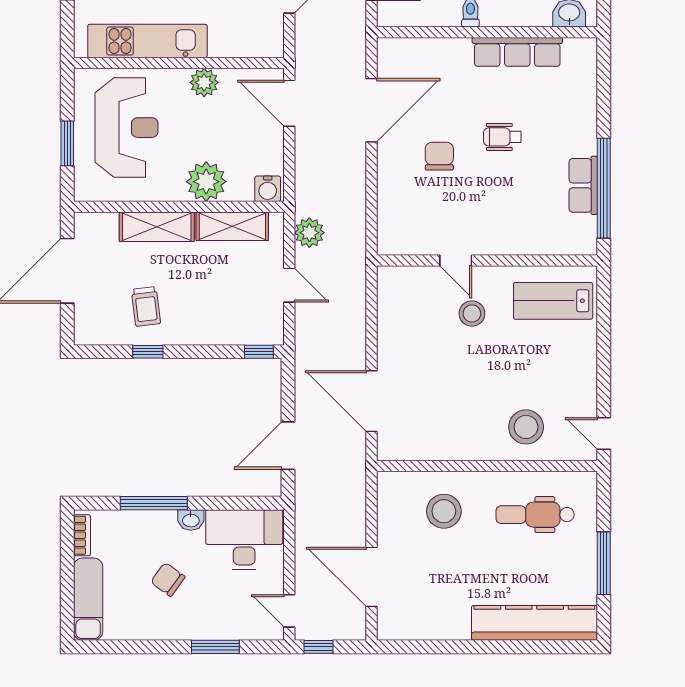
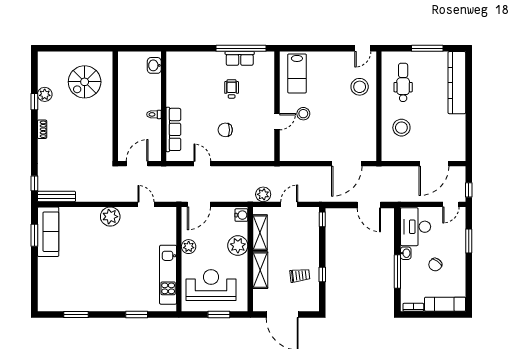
row of seats: (517, 52) -> (173, 129), moved
door: (371, 110) -> (202, 164), width x0.53
wheelchair: (502, 137) -> (232, 89), moved, turned 180
dental chair: (535, 515) -> (403, 82), turned 180

